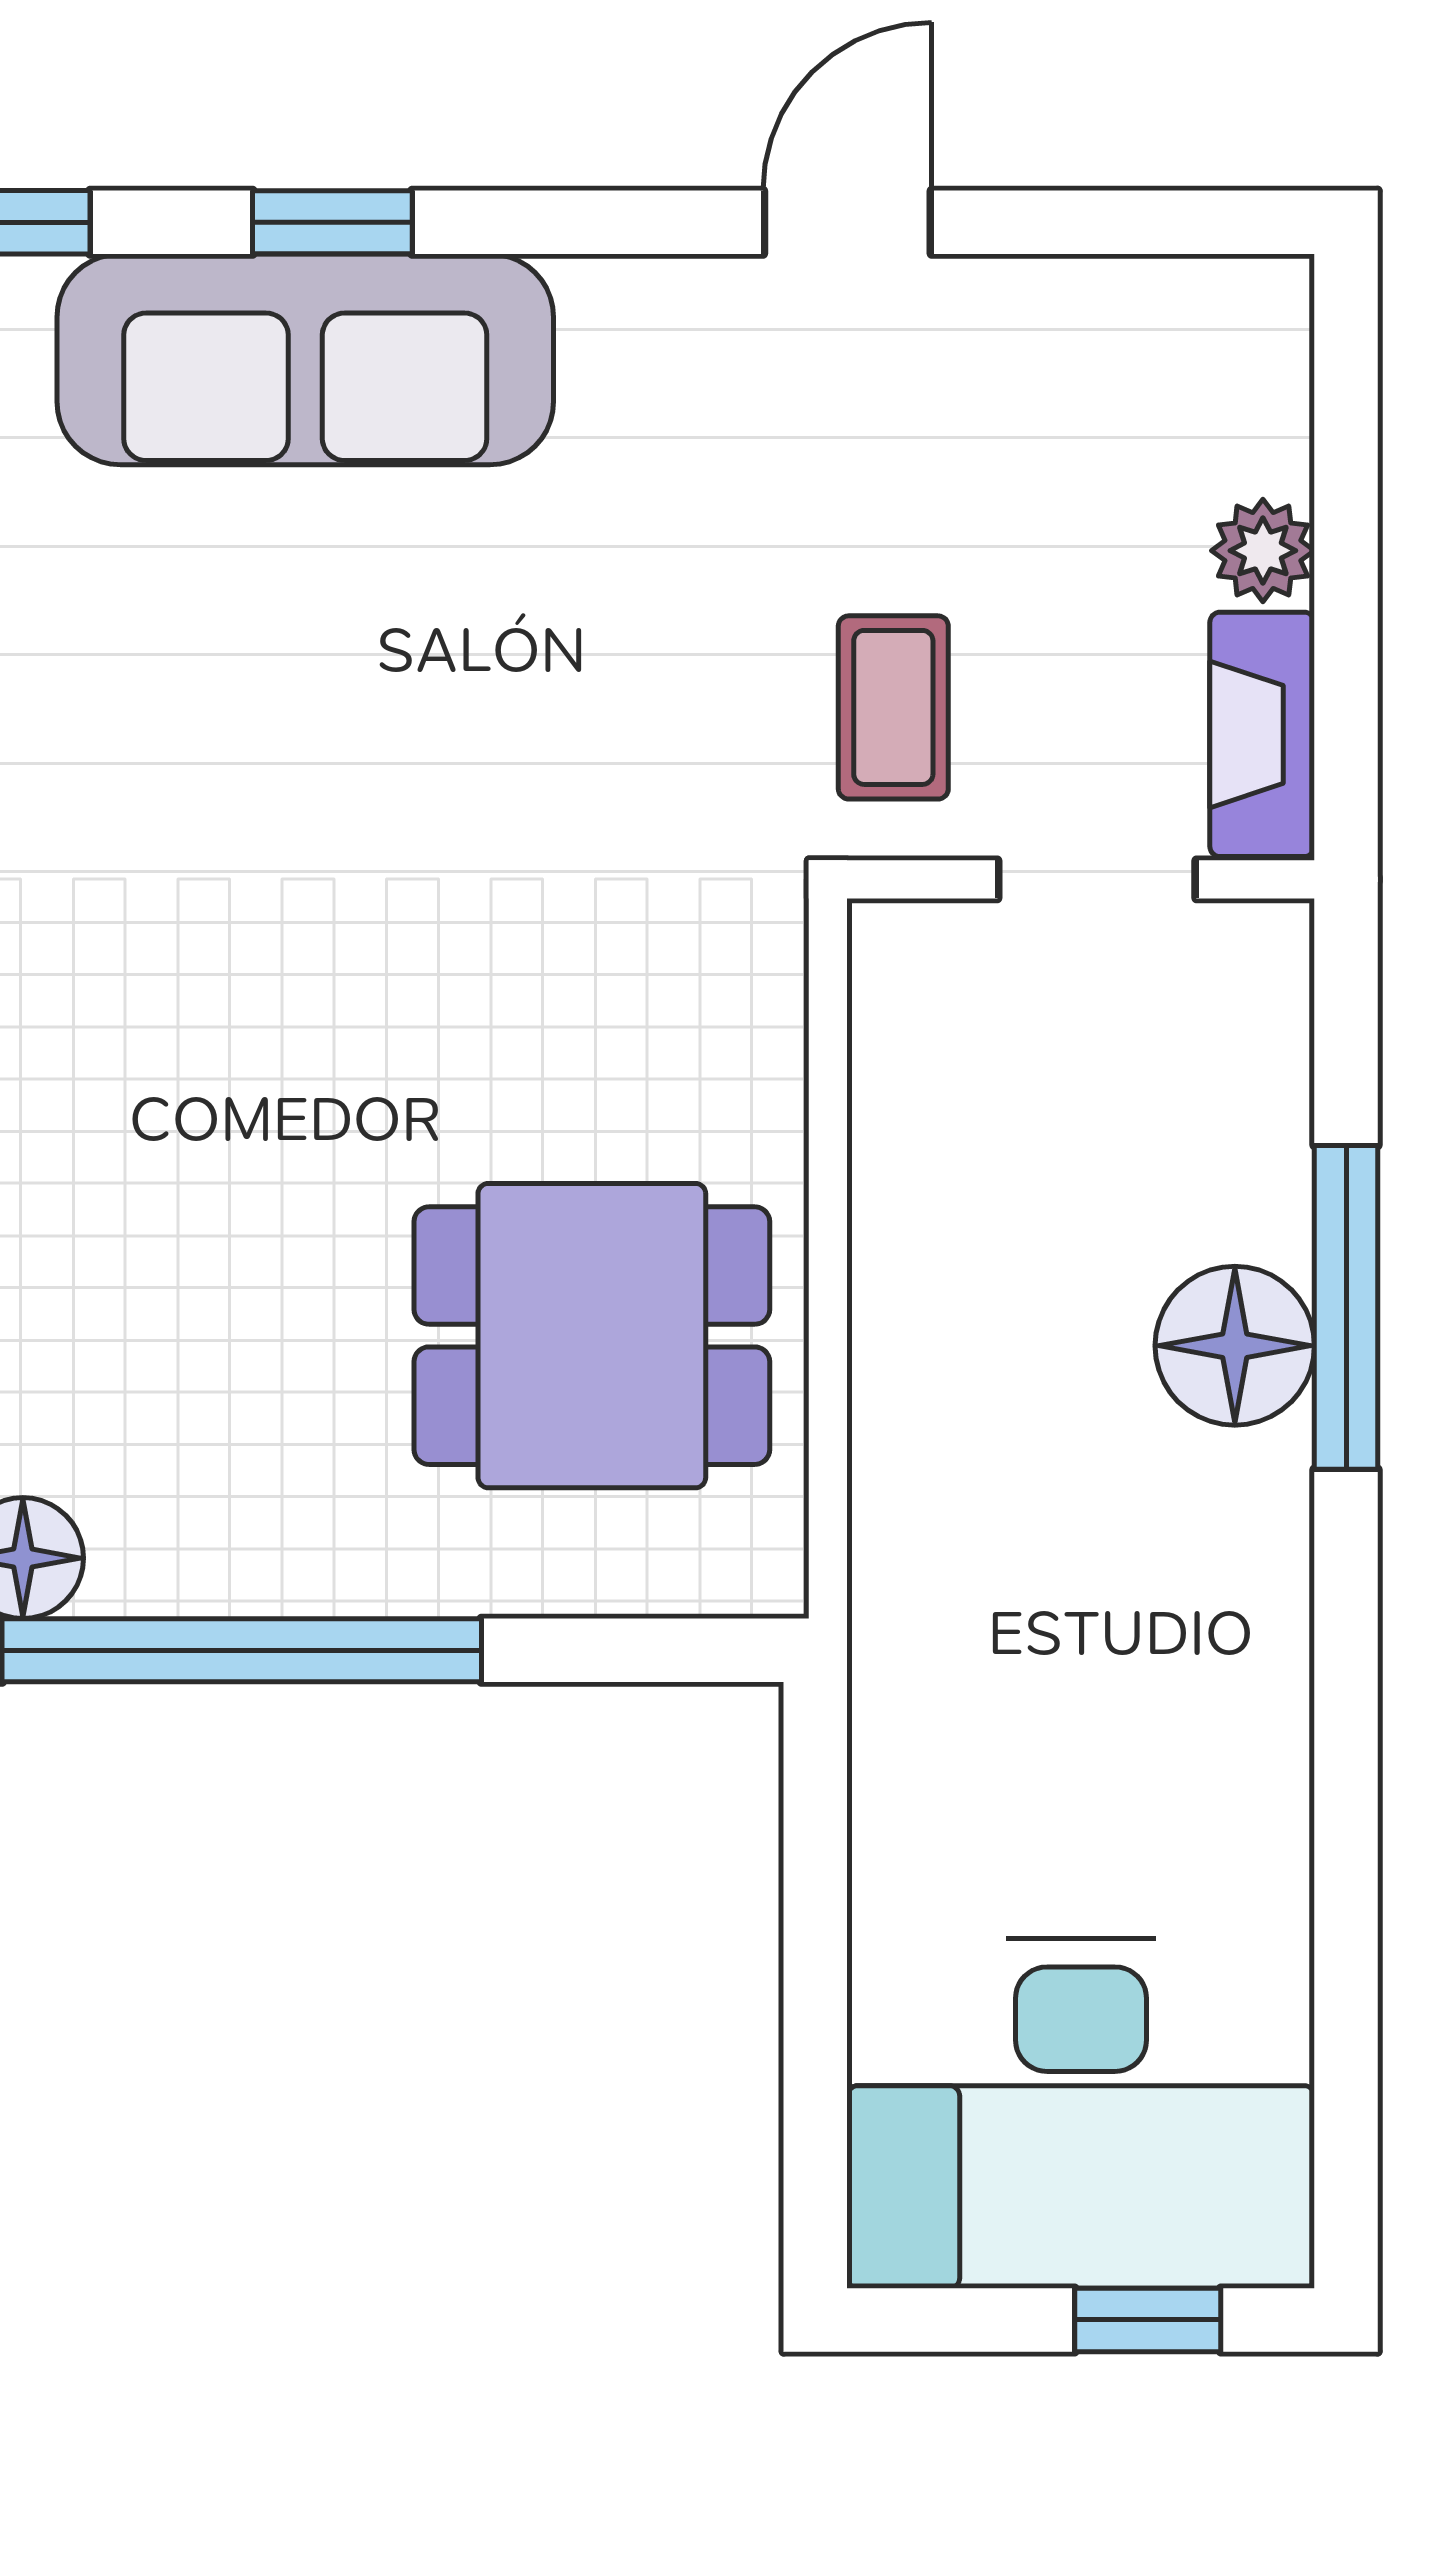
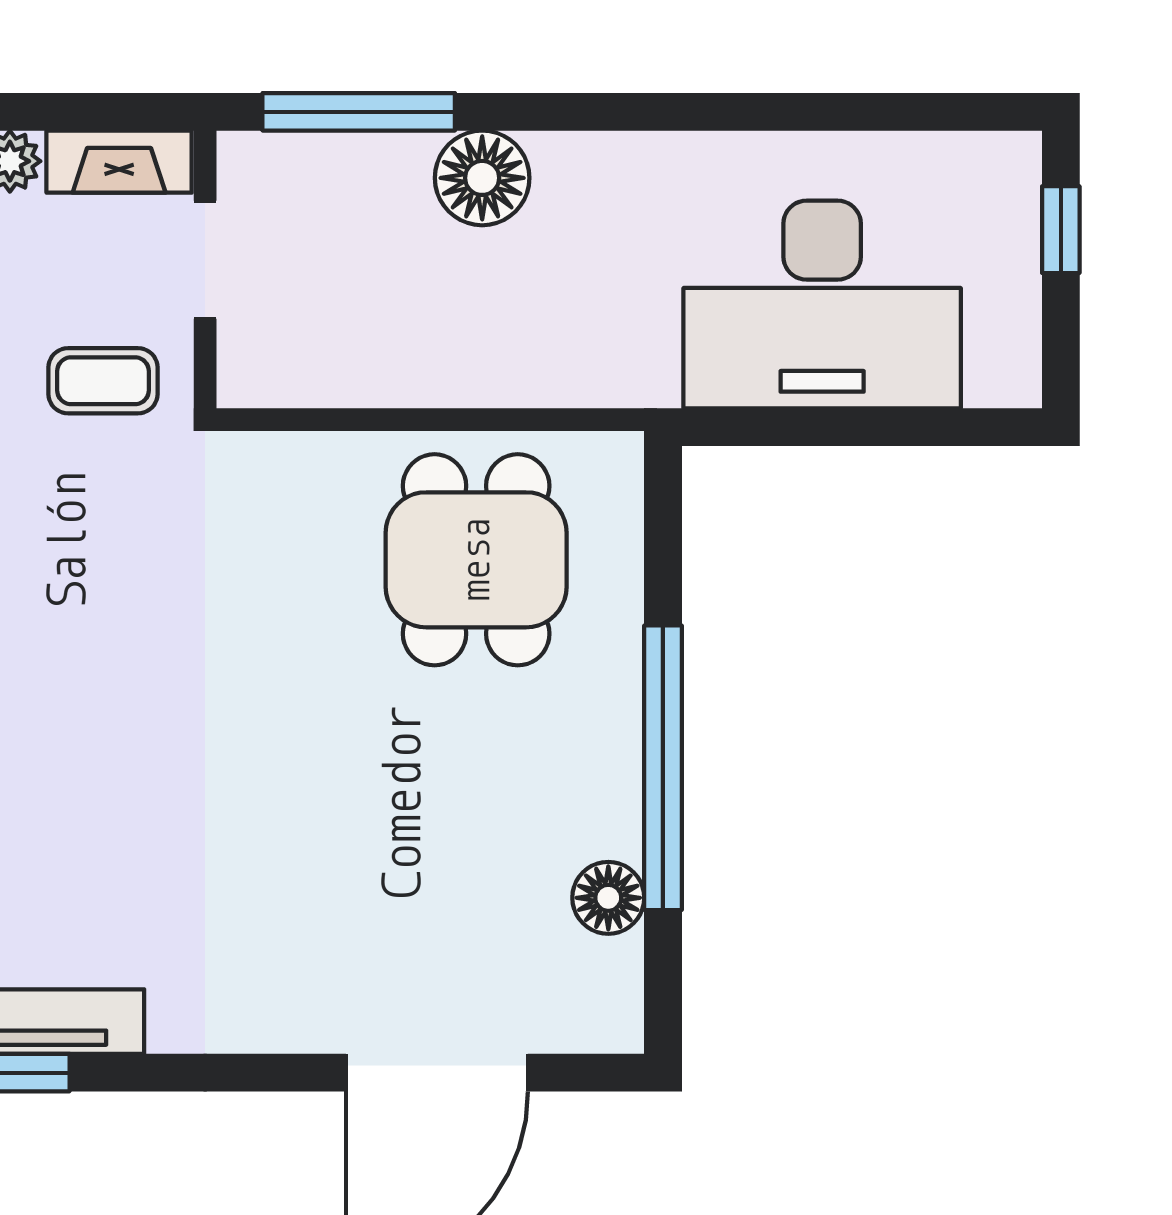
window: (1346, 1307) -> (359, 112), moved
desk: (1081, 2114) -> (822, 305), moved, turned 90

